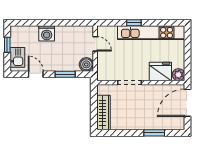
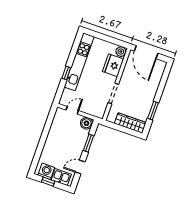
washing machine: (47, 33) -> (46, 171), moved, turned -90
window: (154, 133) -> (153, 111), moved

